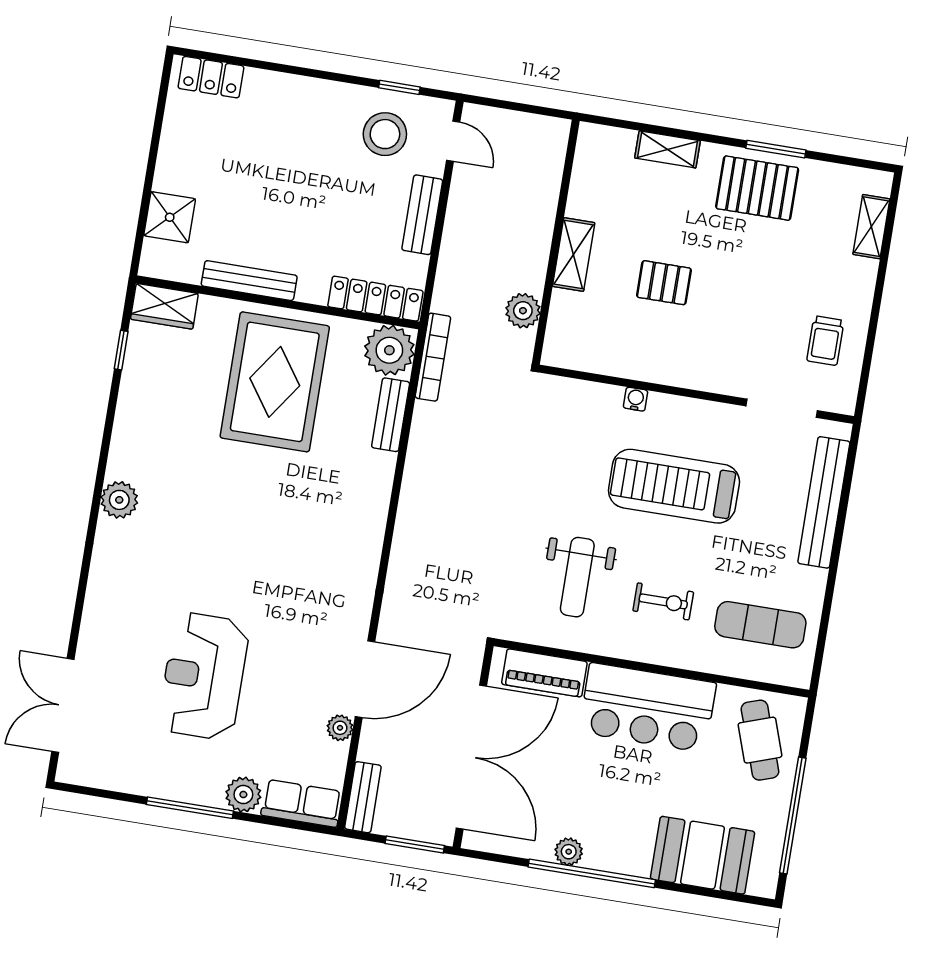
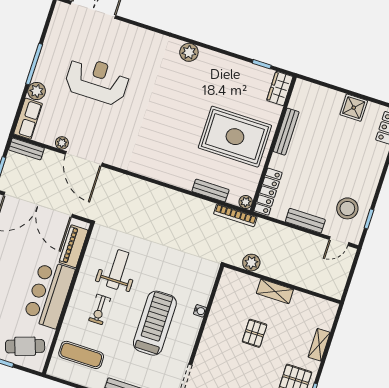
shower: (170, 217) -> (354, 108), moved
plant: (389, 350) -> (246, 202), width x0.53, depth x0.53
weight bench: (577, 577) -> (118, 269), turned 90
exercise mat: (760, 625) -> (81, 355), turned 90

